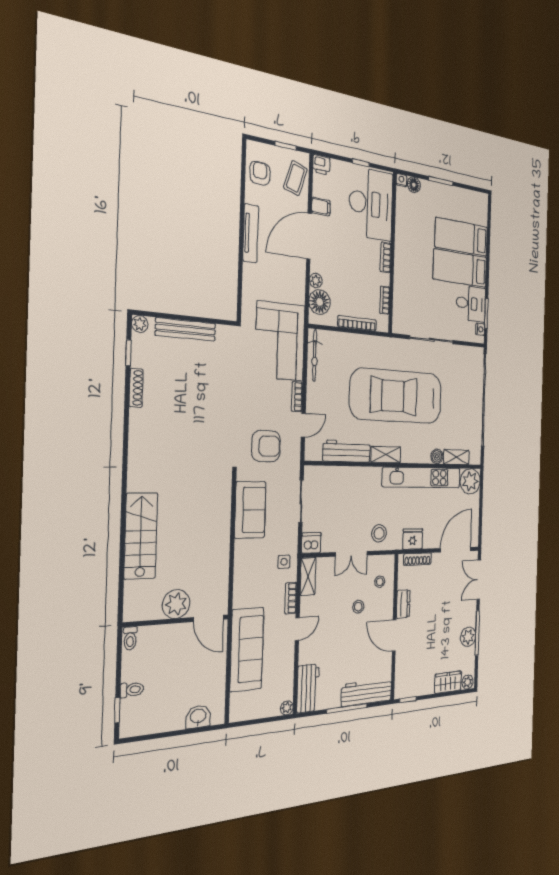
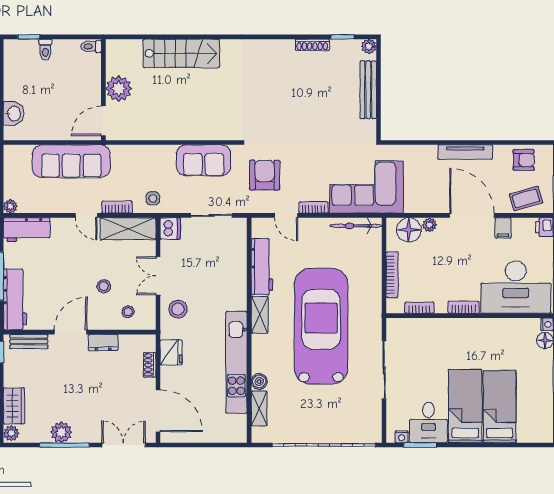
coffee table: (295, 178) -> (526, 199), turned -33
armchair: (266, 446) -> (265, 175), turned 180
plant: (470, 481) -> (233, 429), removed
shoe rack: (418, 559) -> (150, 365), width x0.70
shelving: (308, 576) -> (128, 229), width x1.50, depth x1.33
bench: (400, 675) -> (29, 342), added

